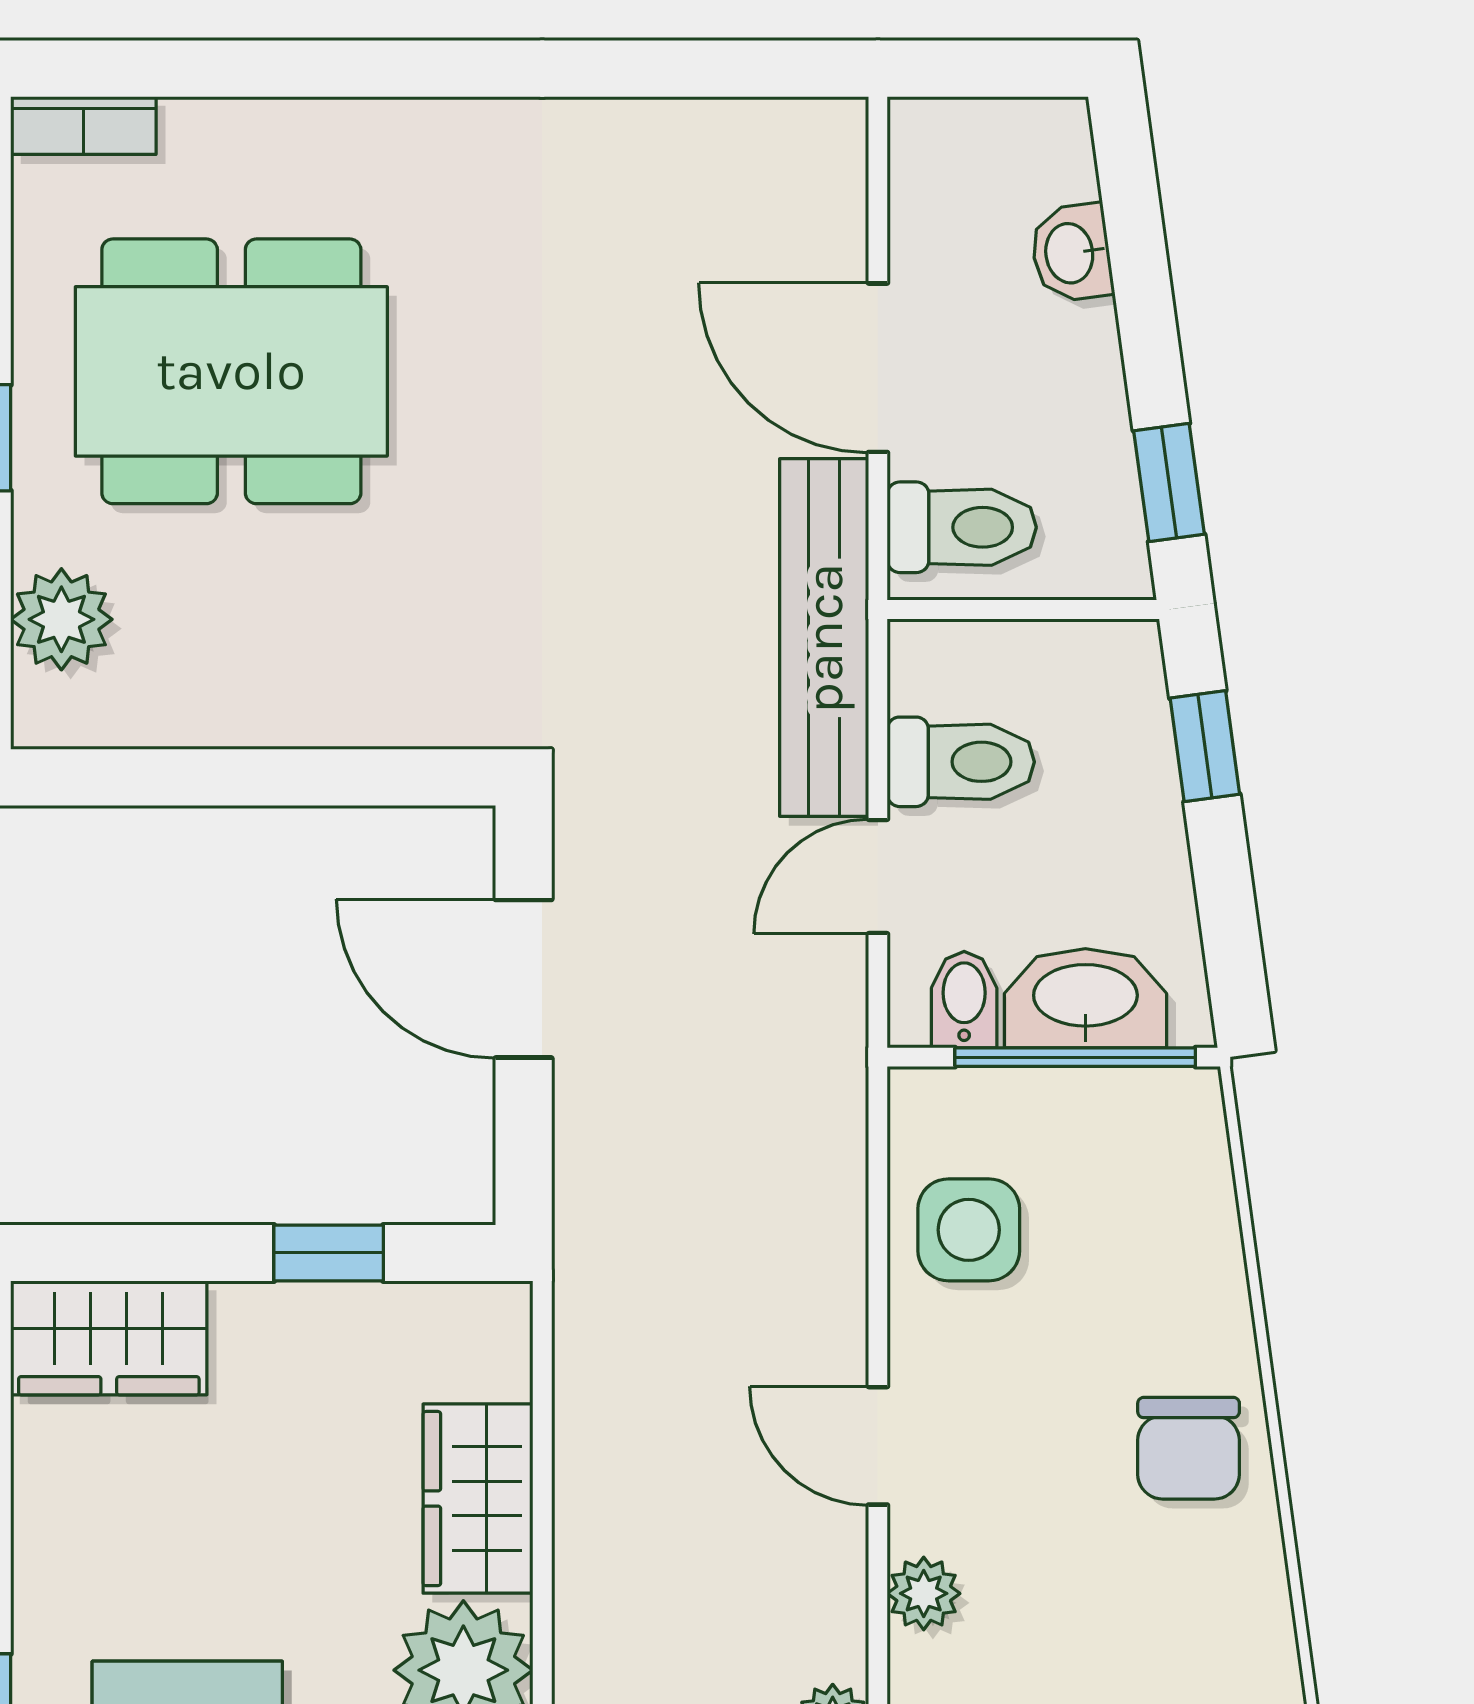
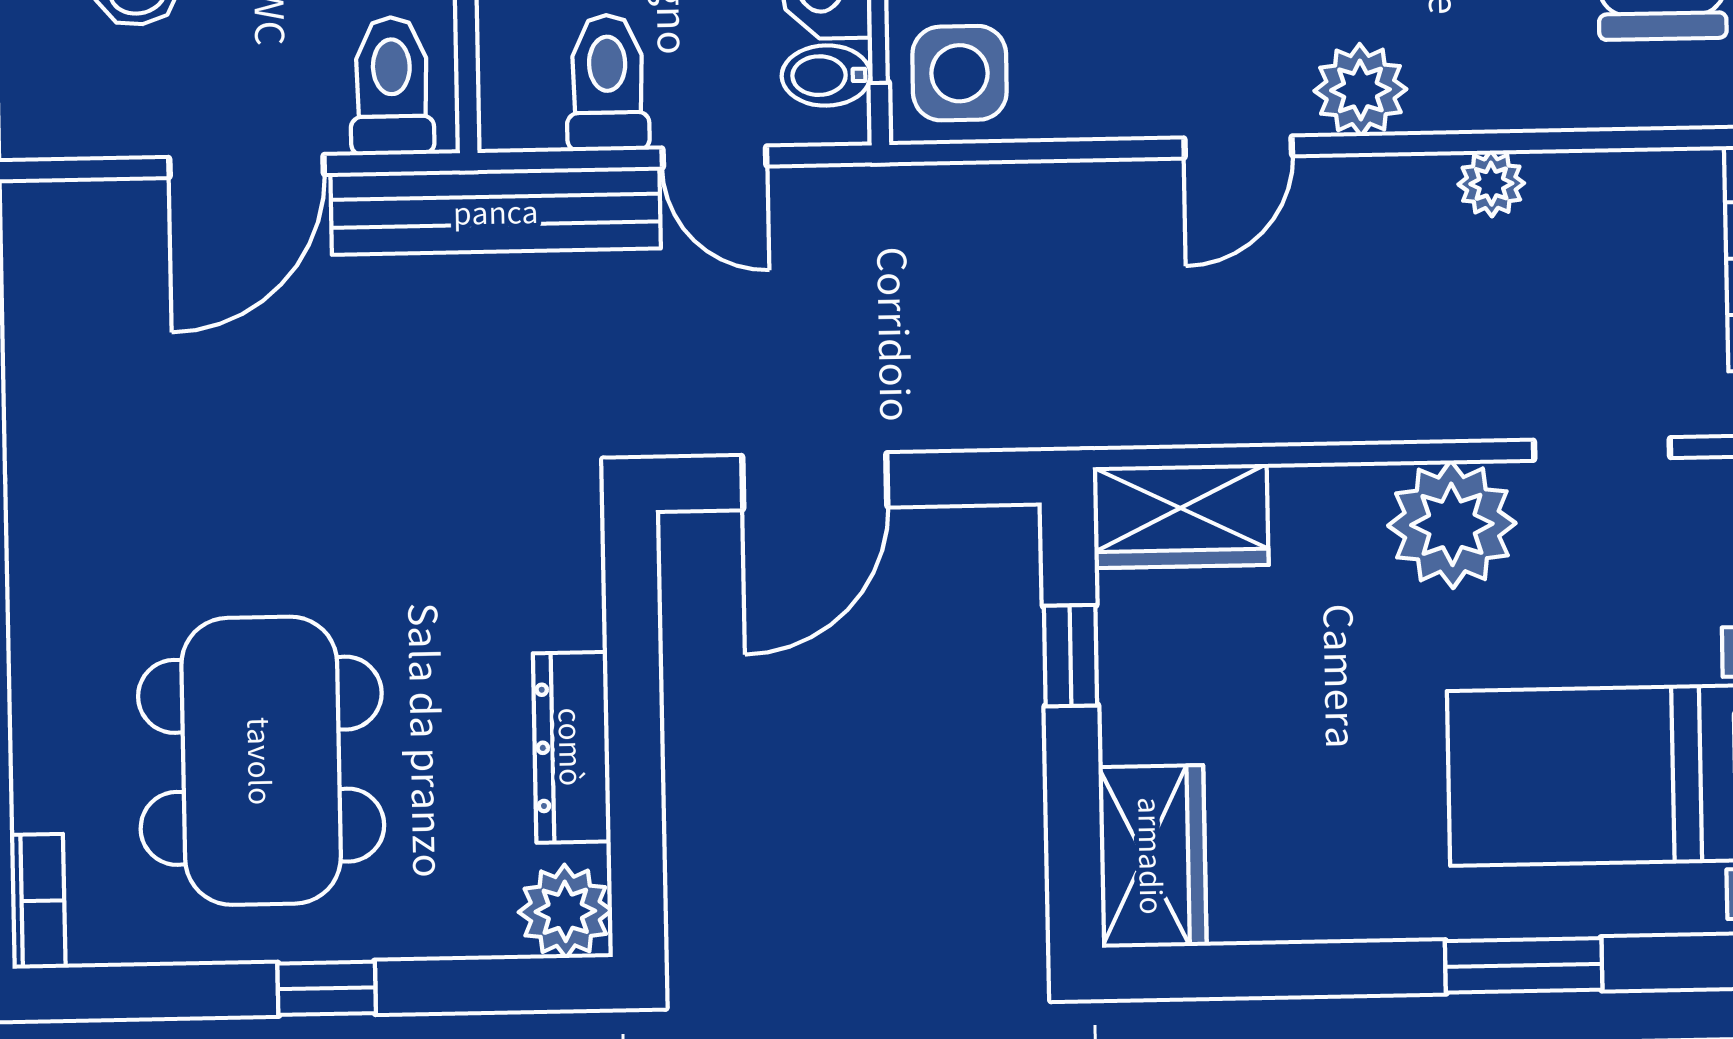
plant: (61, 619) -> (565, 911), moved
dresser: (239, 709) -> (572, 747), added
side table: (969, 1230) -> (959, 73), moved
wardrobe: (478, 1499) -> (1181, 516), moved
plant: (924, 1593) -> (1360, 90), width x1.38, depth x1.38

